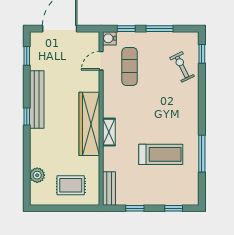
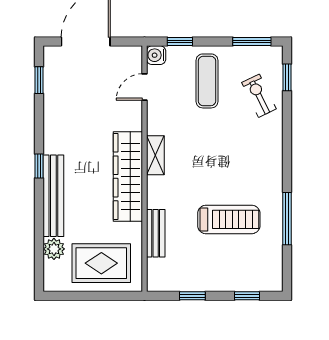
window: (159, 29) -> (252, 42), moved
exercise mat: (130, 66) -> (207, 81), moved
bench: (37, 99) -> (53, 196), moved
shelving: (109, 132) -> (155, 155), moved
rug: (71, 185) -> (101, 263), width x1.36, depth x1.43
bench: (109, 188) -> (156, 233), moved

